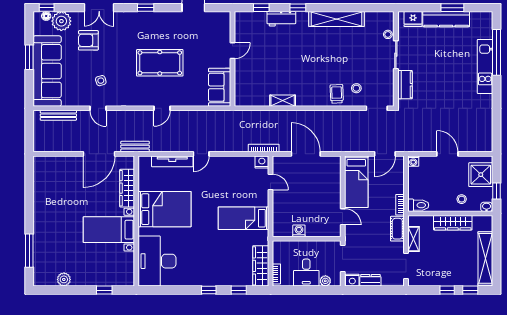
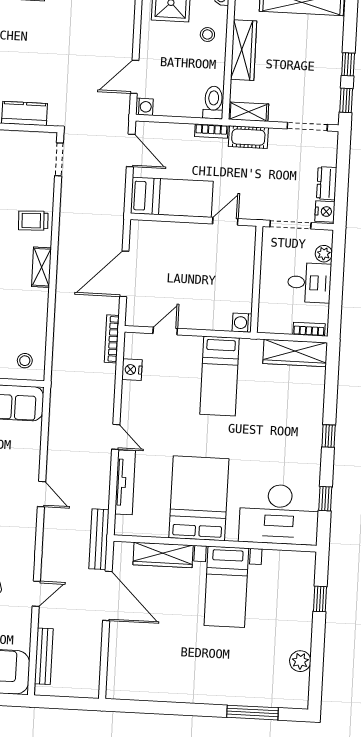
stool: (356, 88) -> (25, 361), moved
shelving: (283, 101) -> (41, 267), moved
bench: (135, 147) -> (99, 539), width x1.36
door: (447, 154) -> (135, 77), moved
nightstand: (262, 162) -> (132, 370), moved
washing machine: (299, 231) -> (242, 323), moved
shelving: (414, 239) -> (248, 112), moved
window: (239, 290) -> (325, 499), moved
window: (470, 290) -> (346, 100), moved

